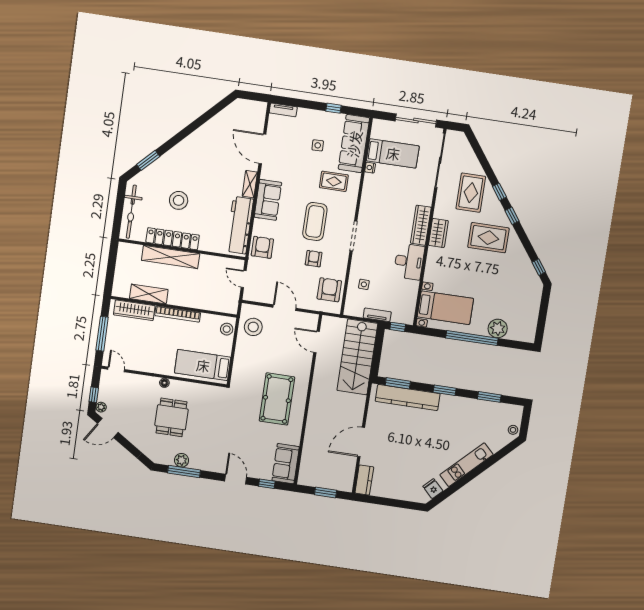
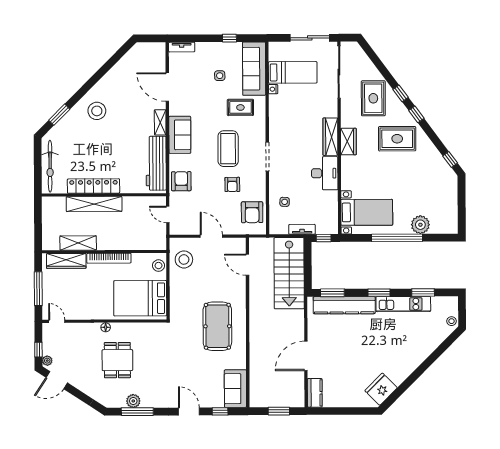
stool: (179, 200) -> (97, 111), moved
armchair: (314, 259) -> (232, 184), turned 180
armchair: (329, 290) -> (252, 212), turned 180
bed: (203, 365) -> (140, 298), width x1.50
kitchen unit: (466, 465) -> (403, 304), moved, turned -135
fridge: (433, 489) -> (381, 389), width x1.88, depth x1.34

